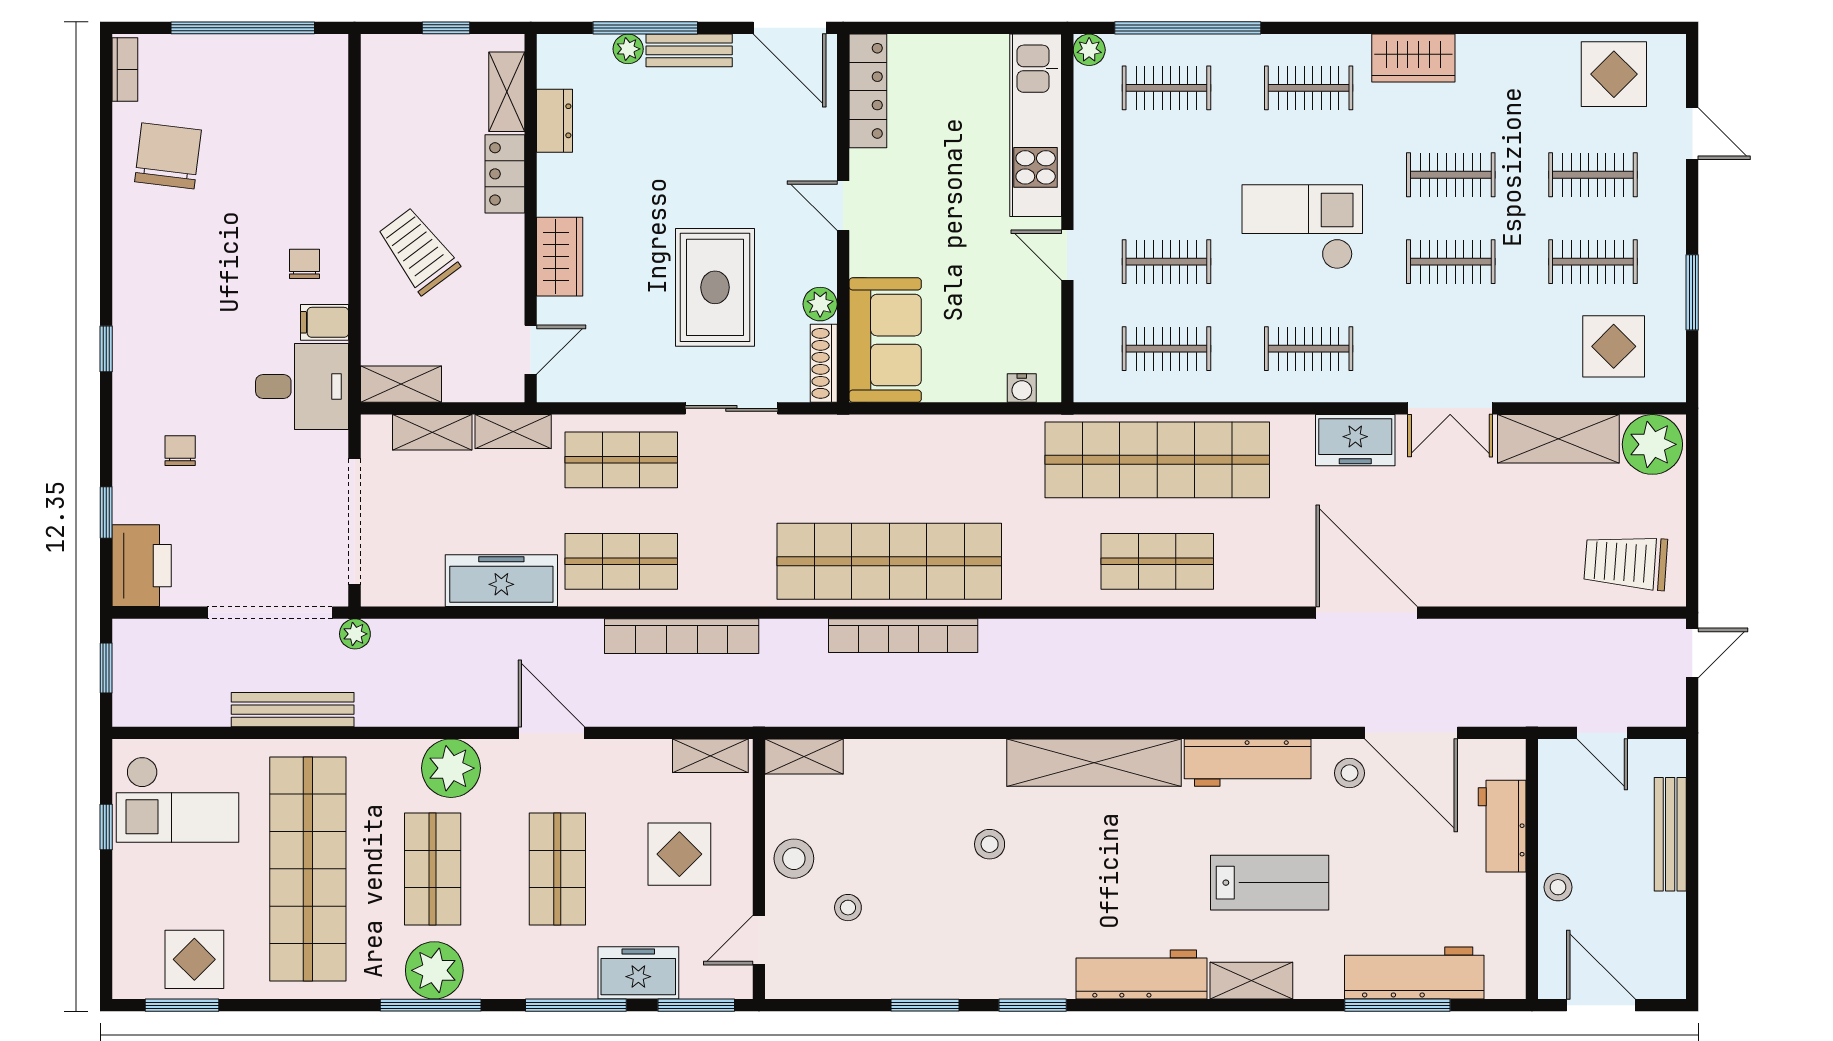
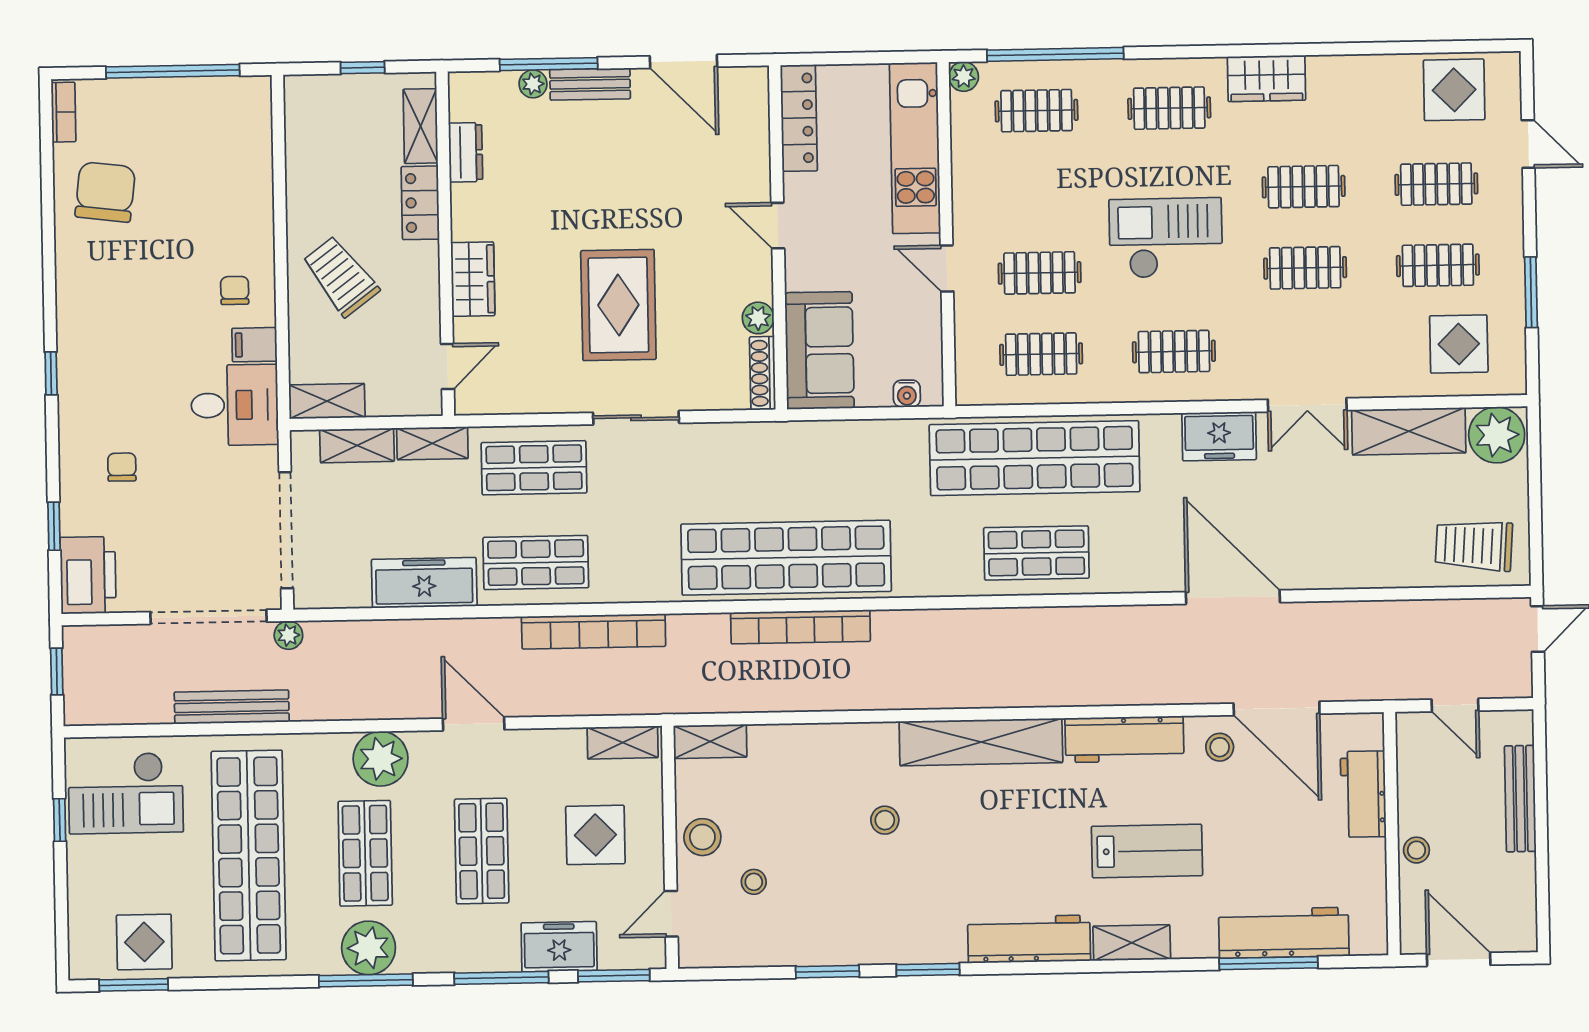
locker: (868, 91) -> (799, 118), moved
door: (843, 206) -> (778, 226), moved
wall: (843, 218) -> (778, 237), moved
plant: (820, 304) -> (758, 318), moved
sofa: (885, 340) -> (819, 350), moved
shoe rack: (824, 363) -> (763, 373), moved

